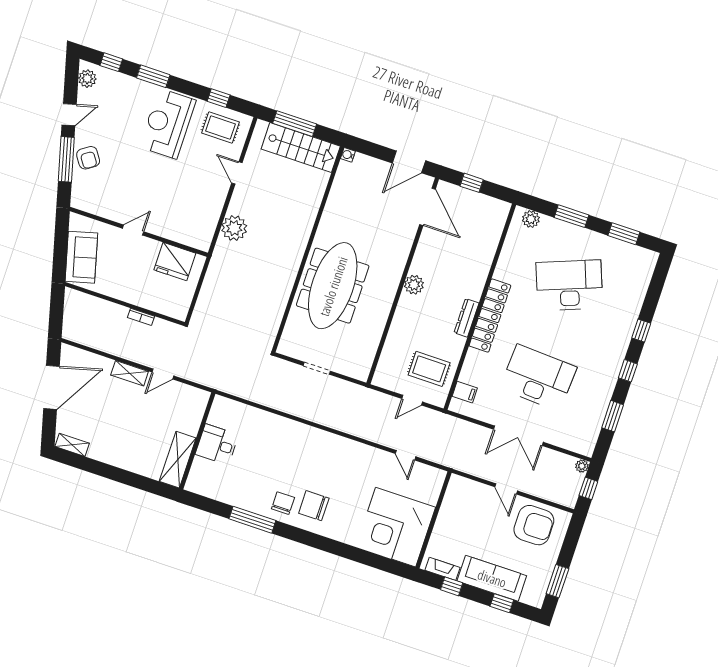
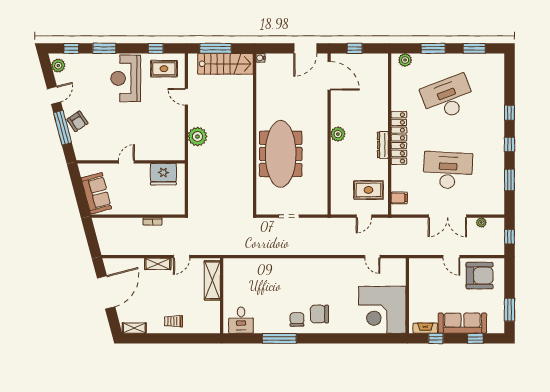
desk: (217, 444) -> (241, 320), moved, turned -90
trolley: (125, 453) -> (174, 321), added
shelving: (178, 460) -> (212, 280), moved
plant: (582, 466) -> (481, 223), moved

